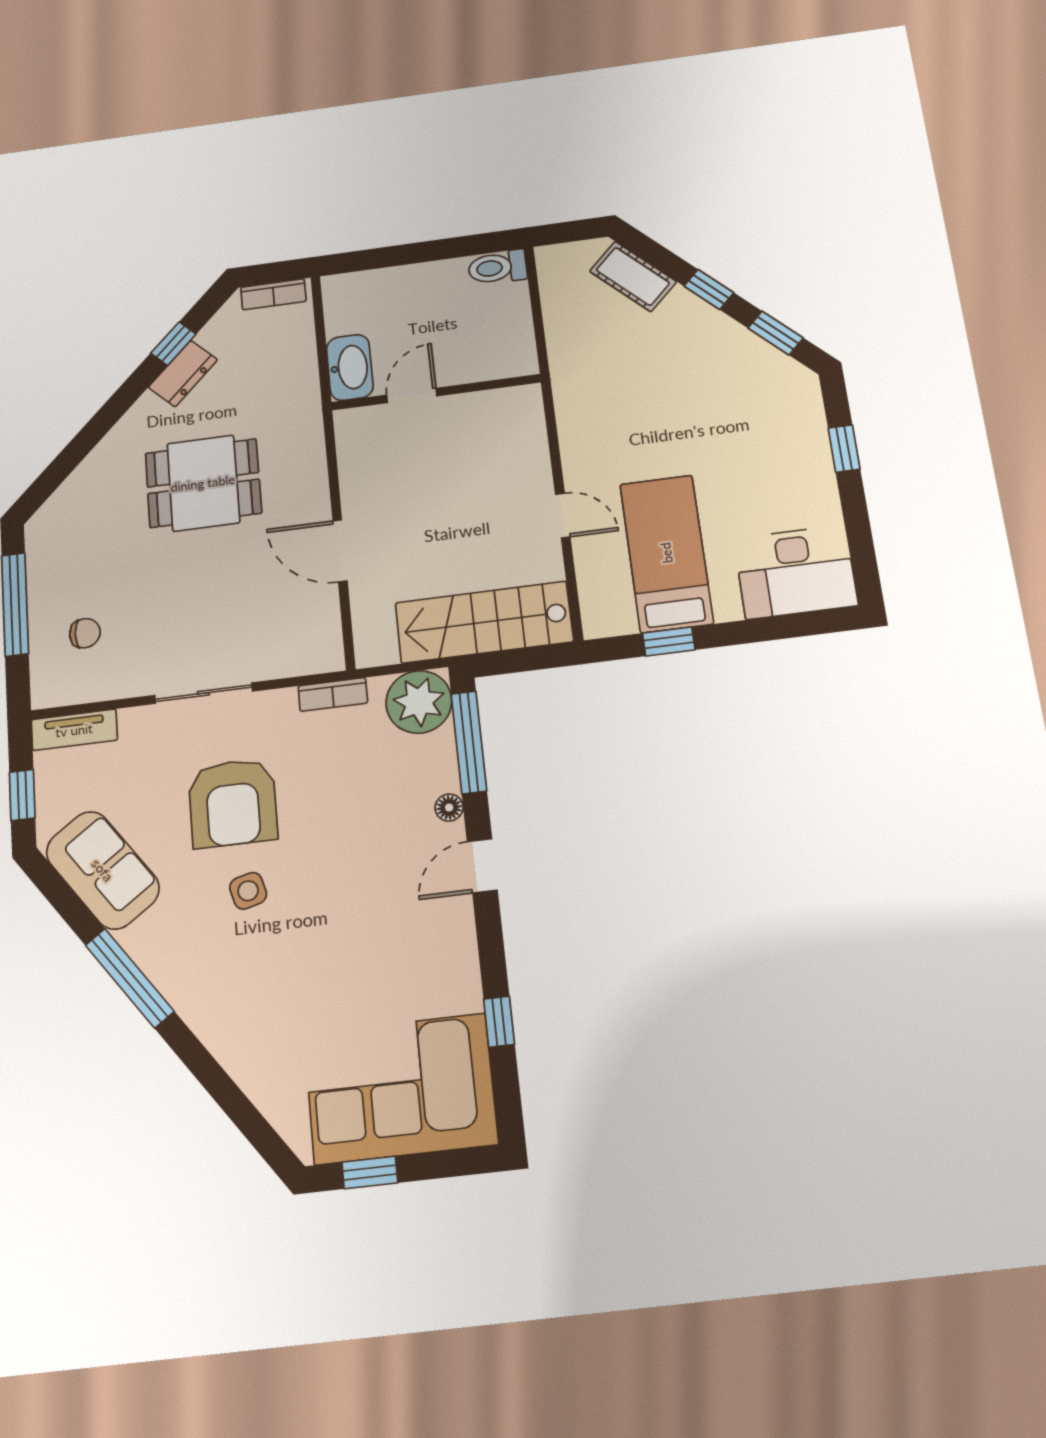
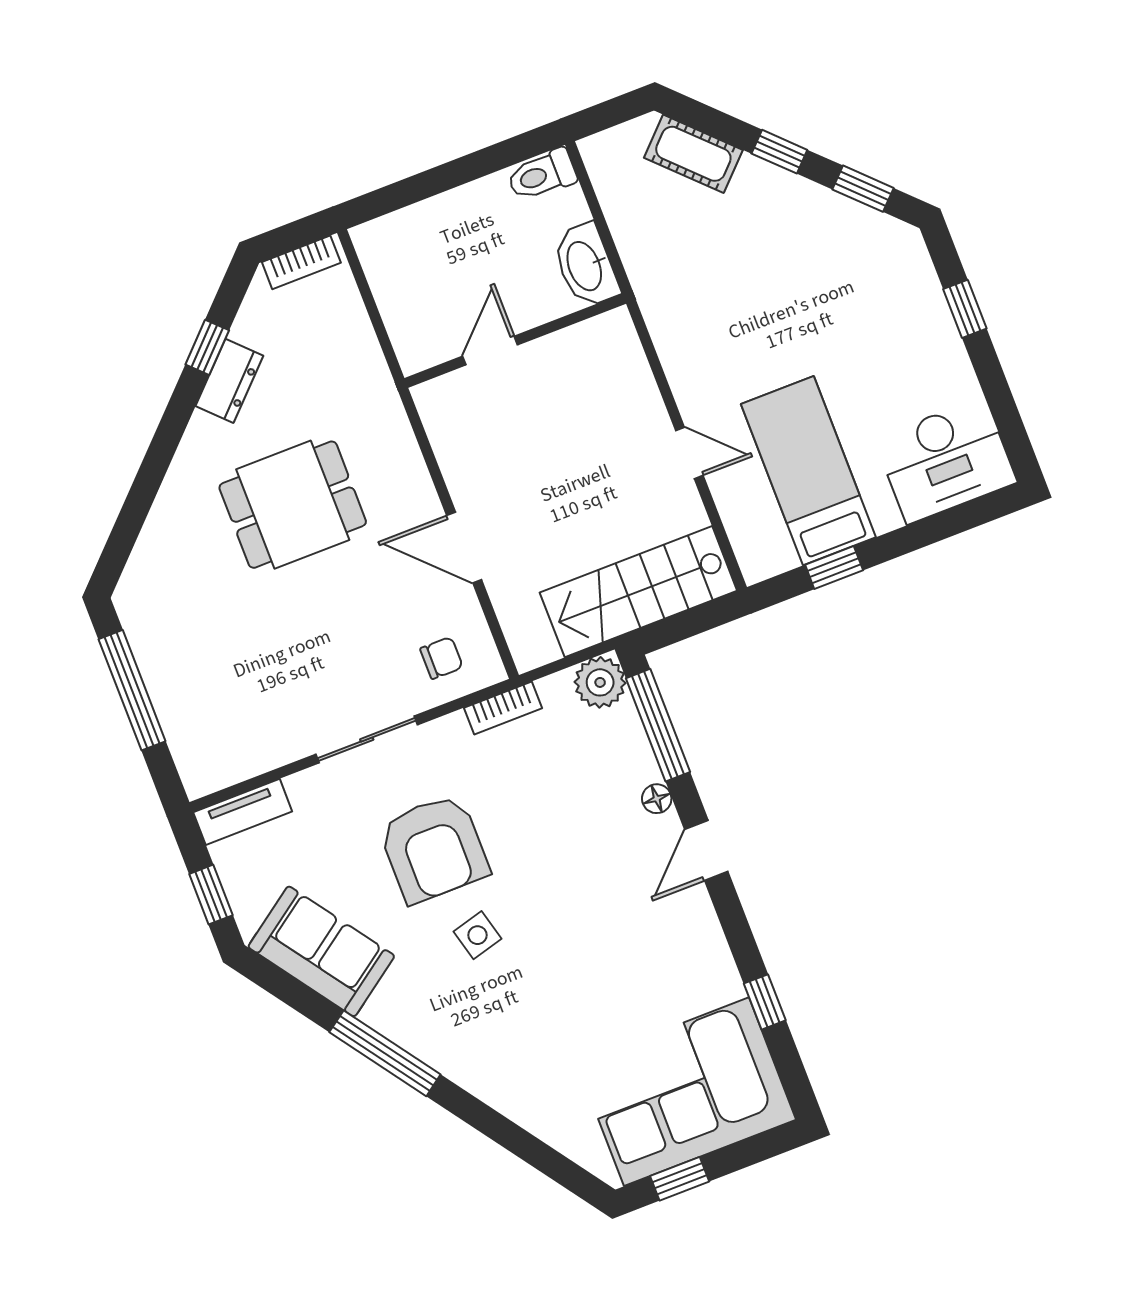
washbasin: (350, 367) -> (586, 266), moved, turned 180
chair: (85, 633) -> (442, 658), moved
plant: (419, 702) -> (600, 682), width x0.73, depth x0.73

